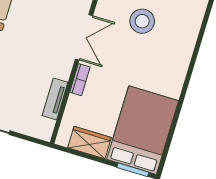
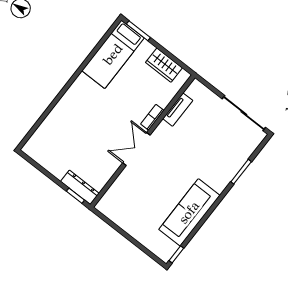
stool: (142, 21) -> (86, 144), removed
bed: (143, 130) -> (113, 54), width x0.67

